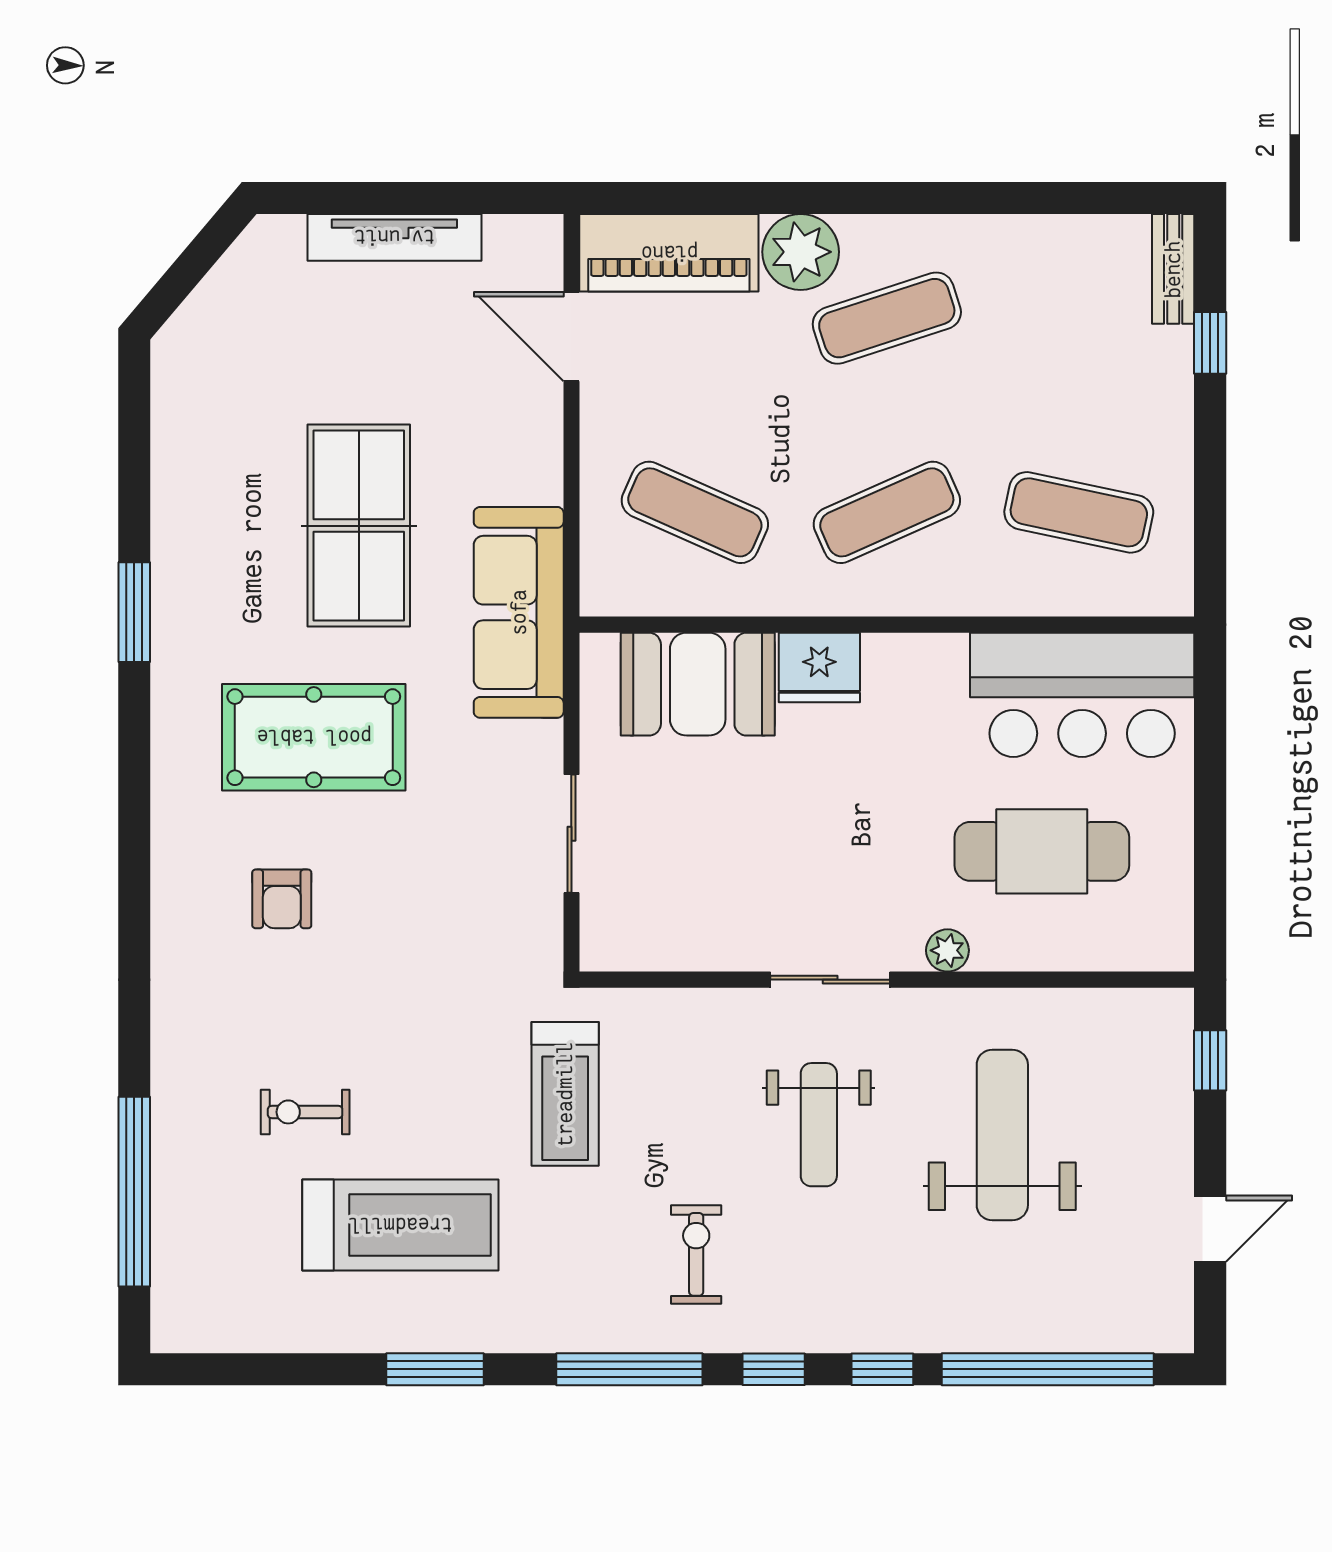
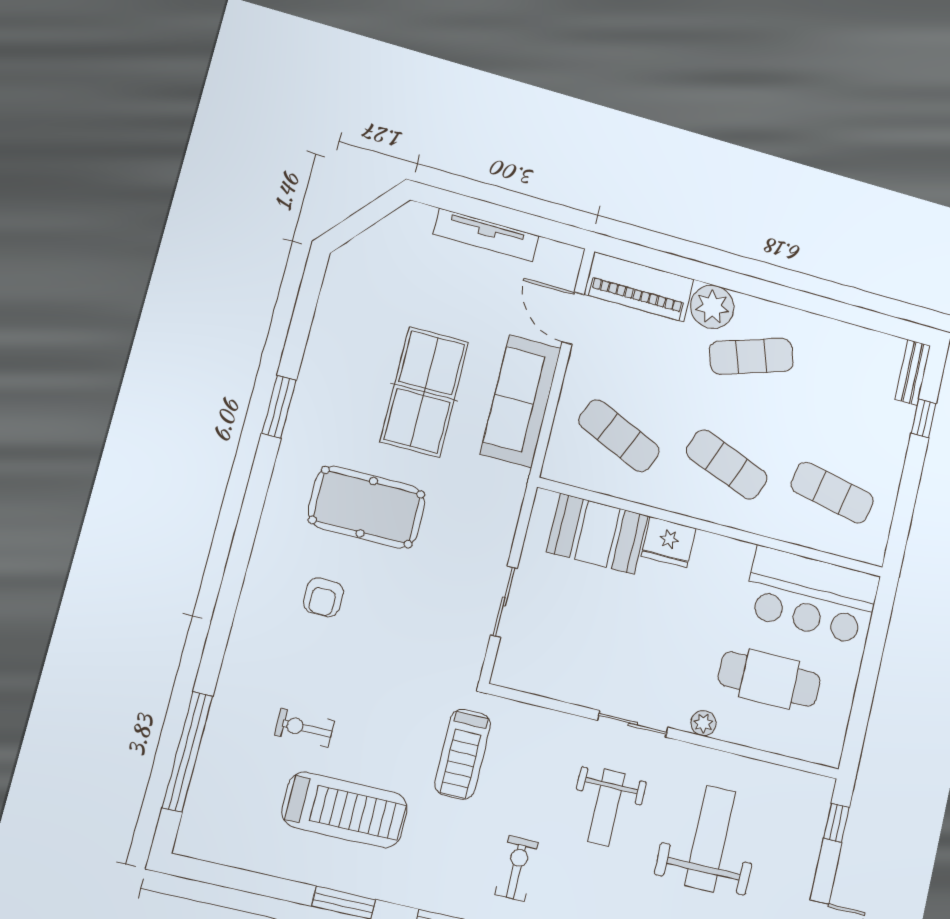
exercise mat: (887, 512) -> (727, 464), turned 45
sofa: (519, 612) -> (521, 401), moved

